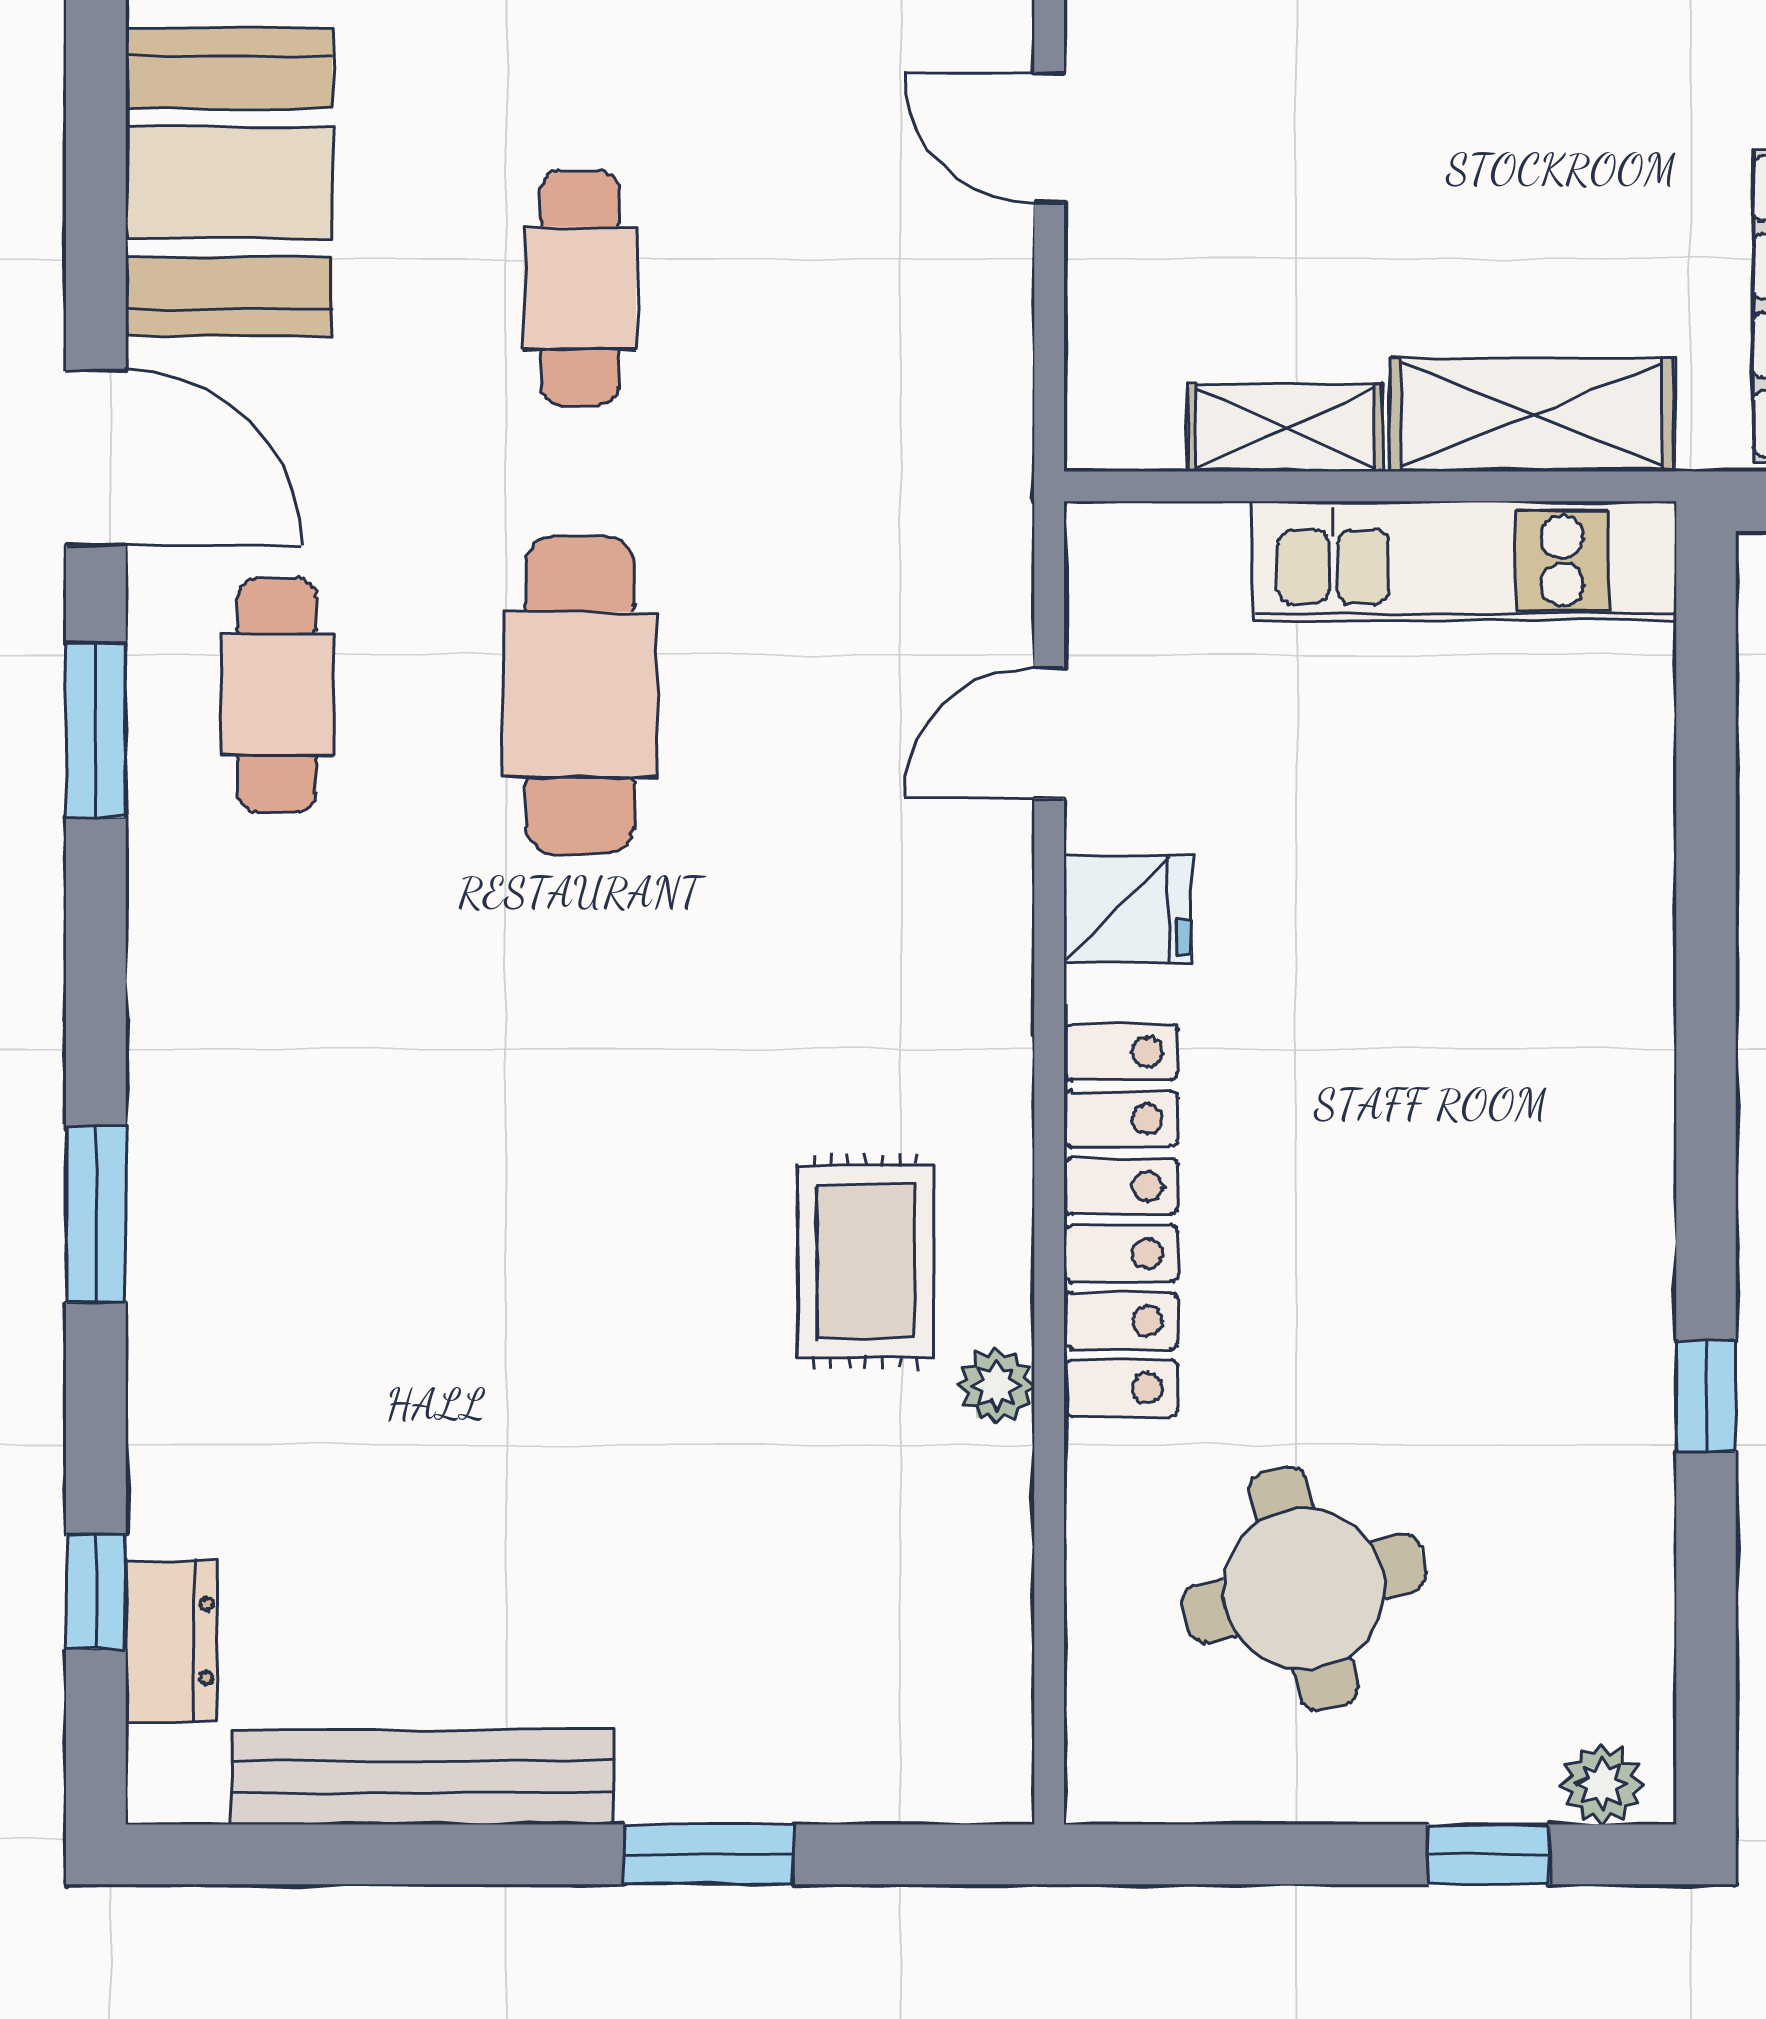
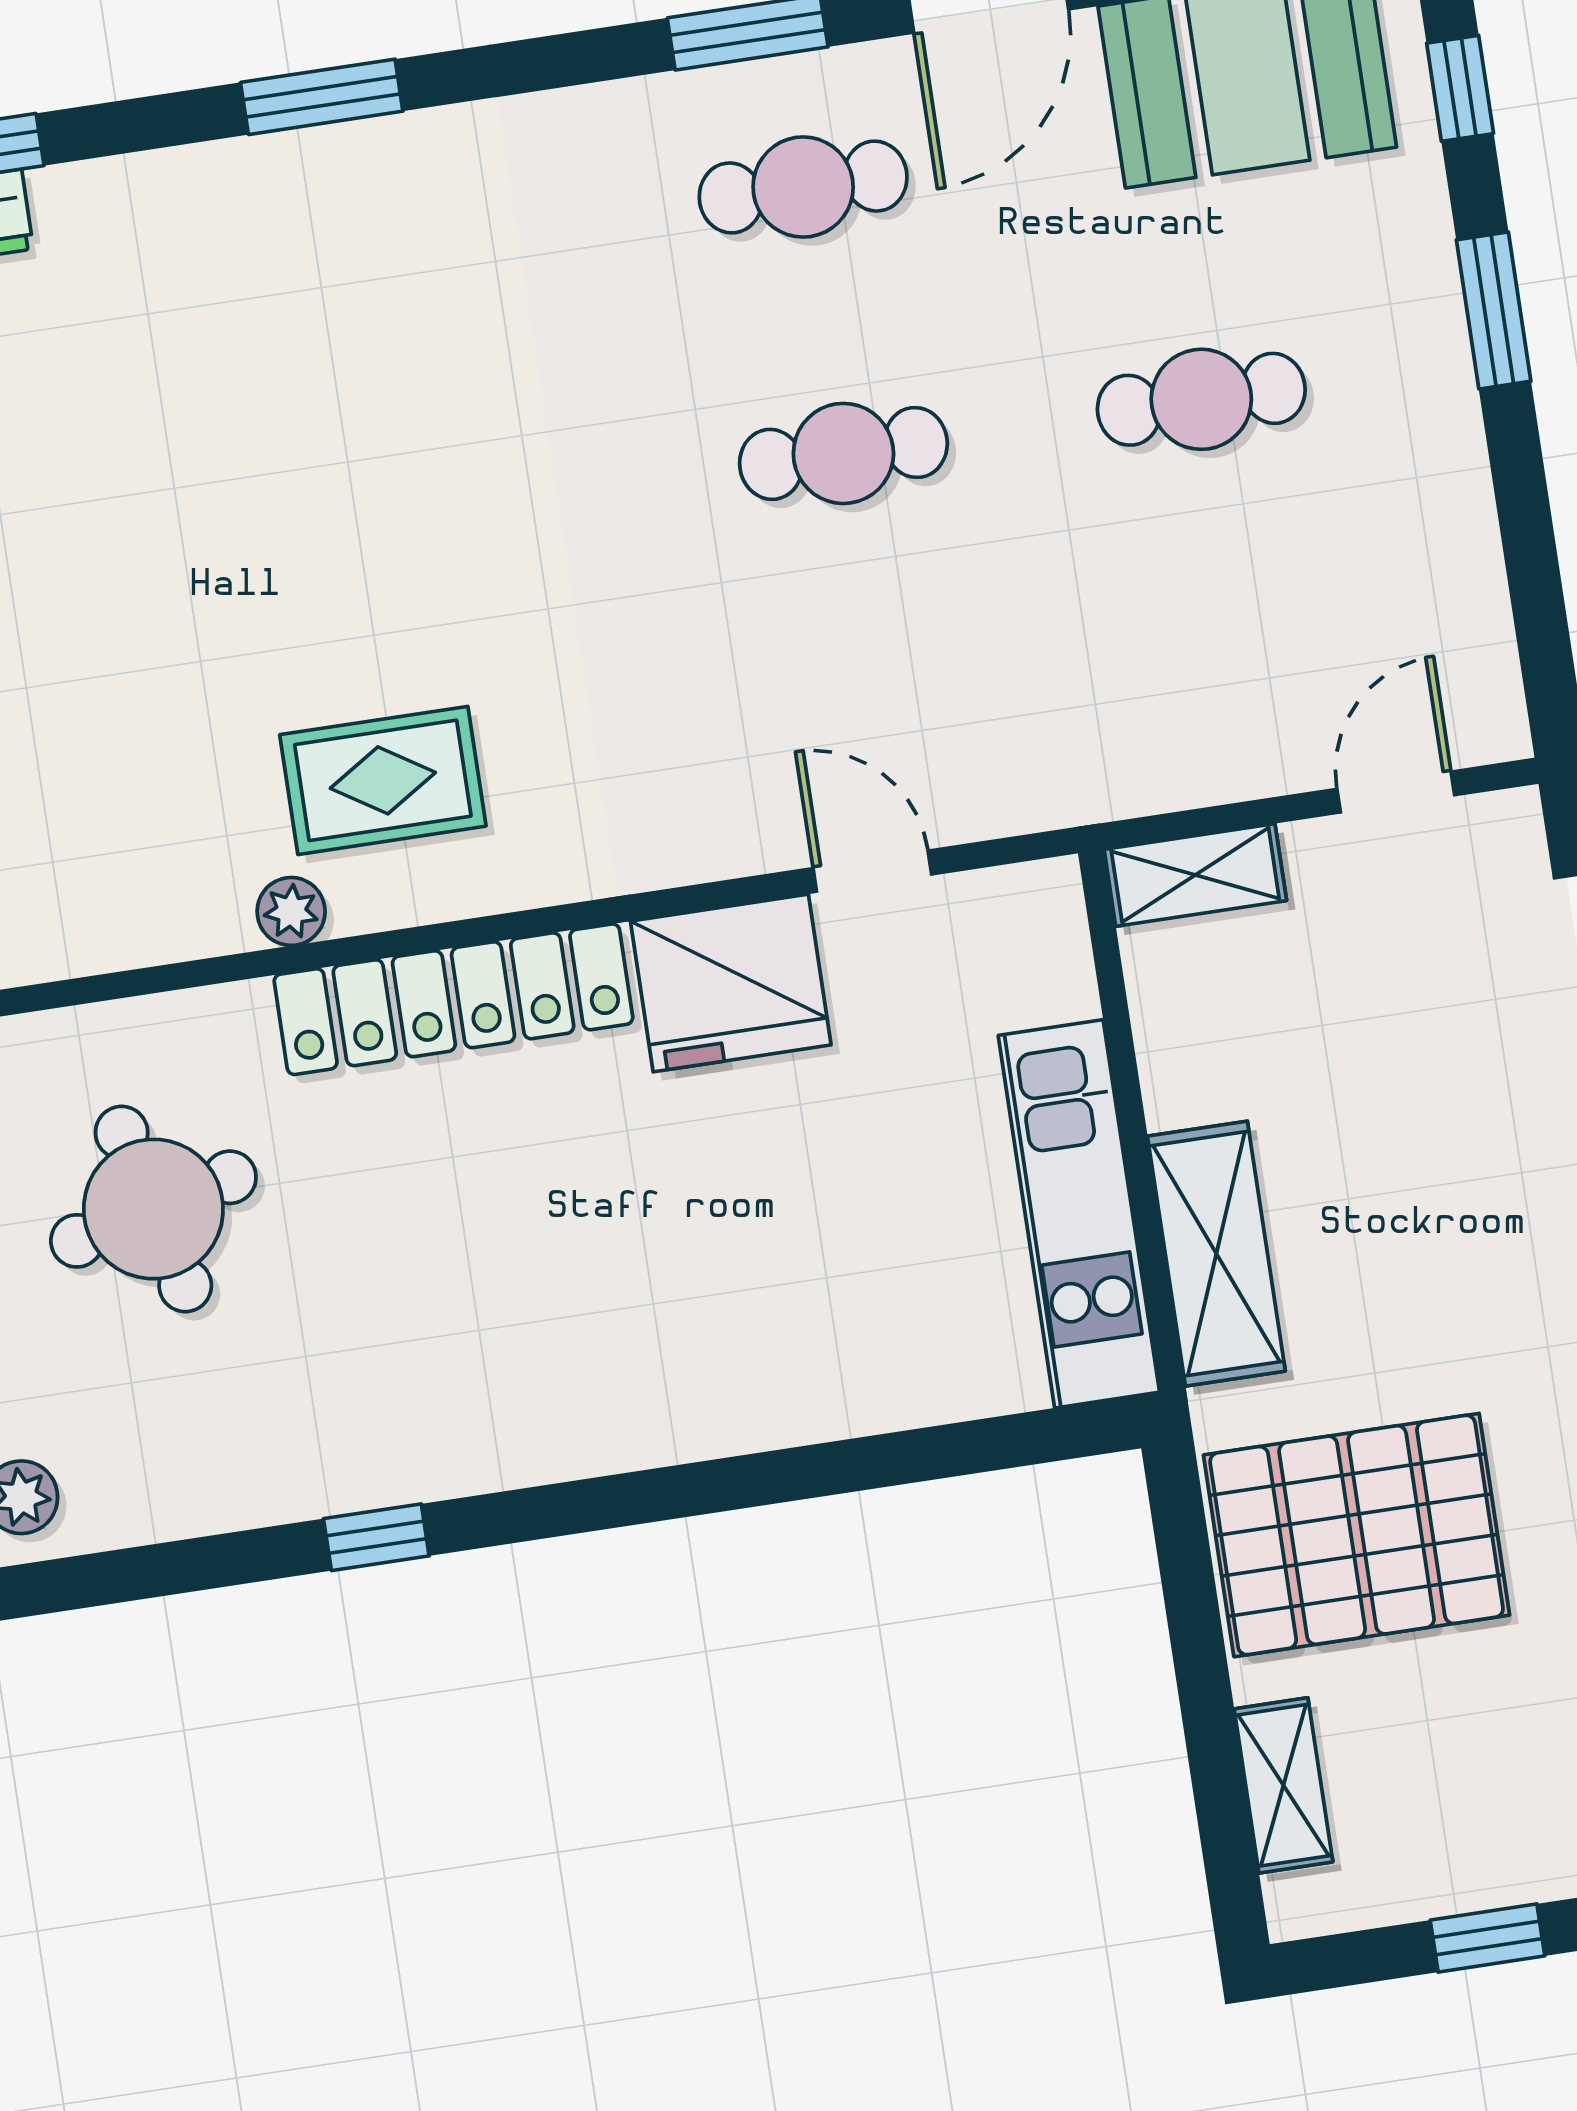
shelving: (1285, 428) -> (1195, 875), moved, turned 90
cafe table: (580, 695) -> (843, 453), width x0.73, depth x0.74
fridge: (1128, 909) -> (731, 983), width x1.88, depth x1.34

